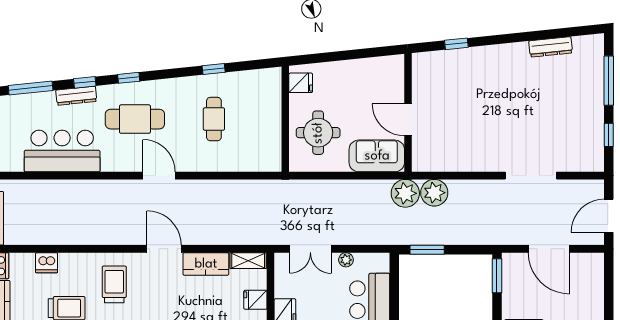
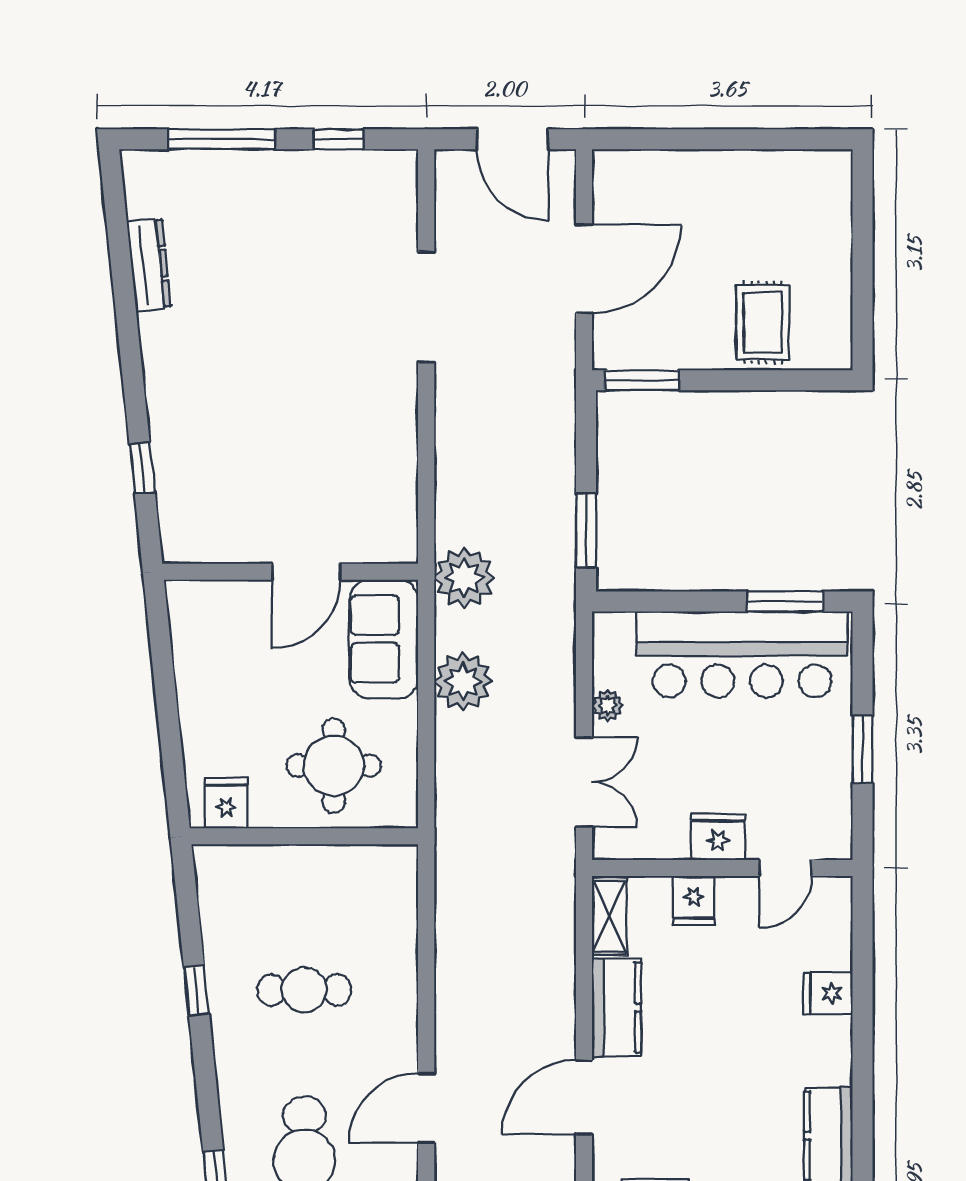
plant: (434, 193) -> (463, 682), moved

